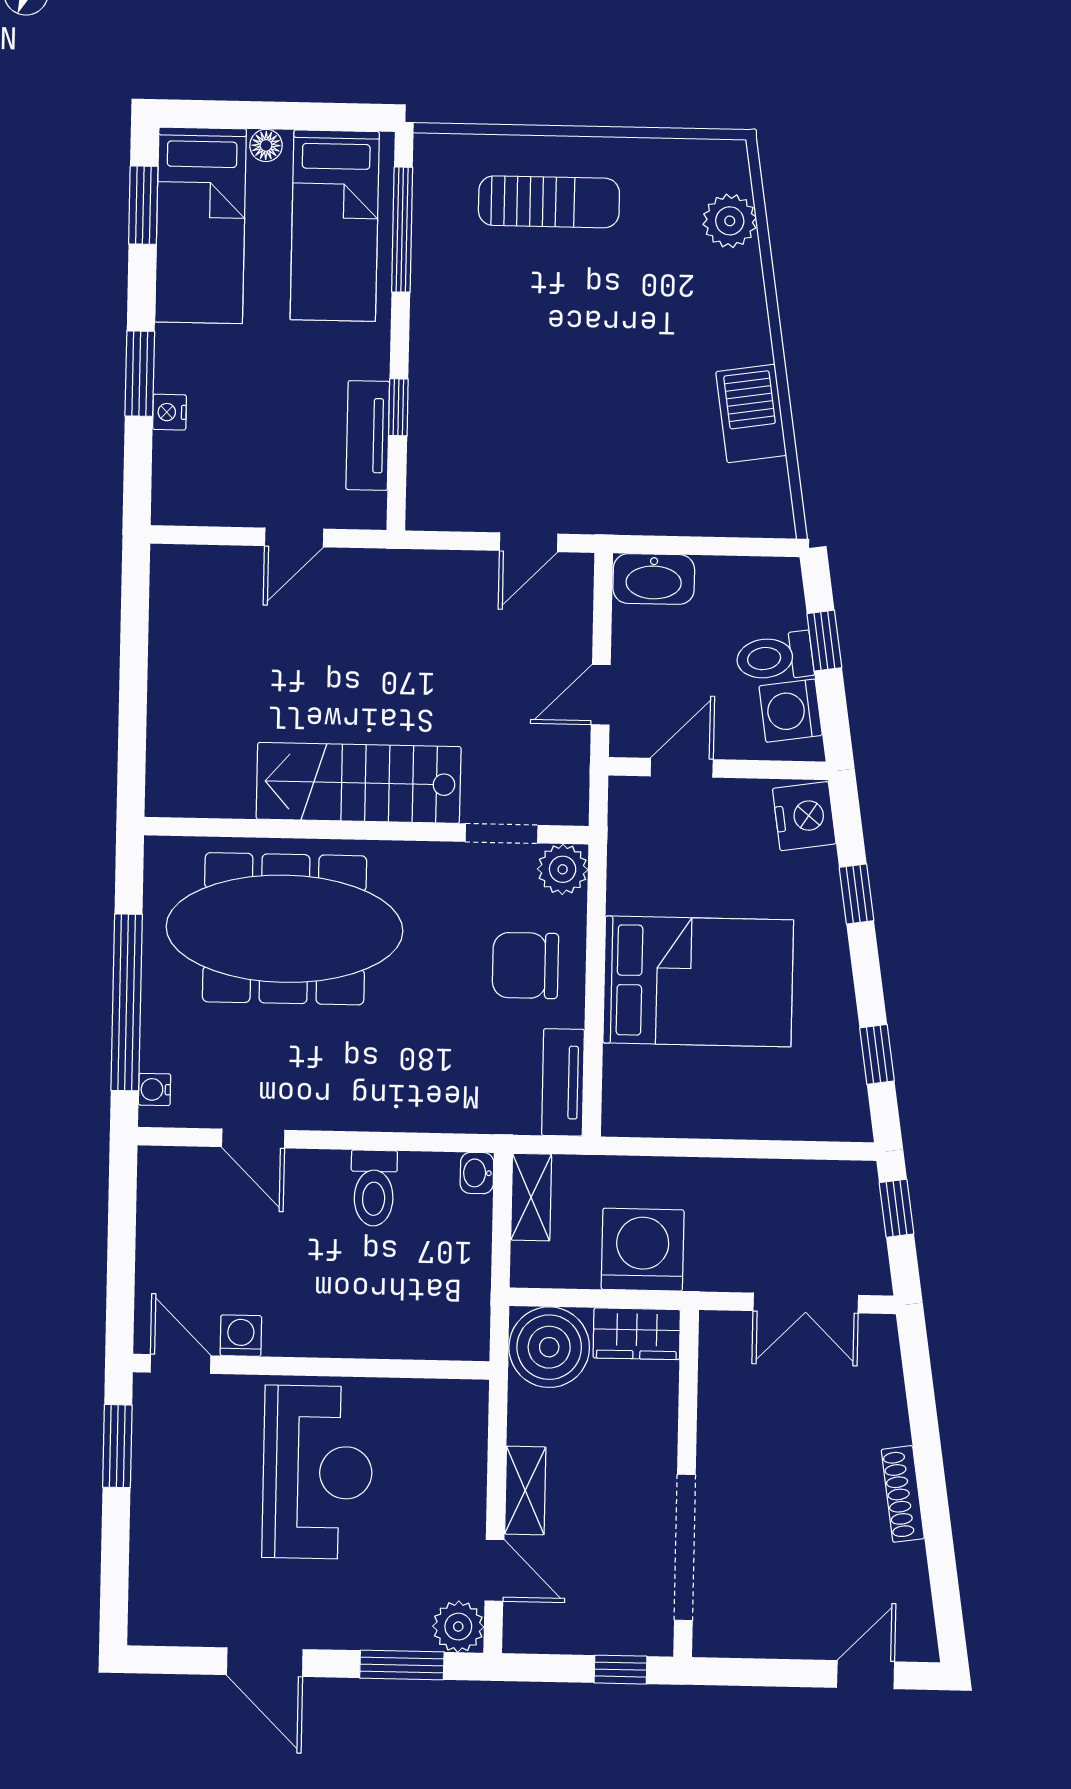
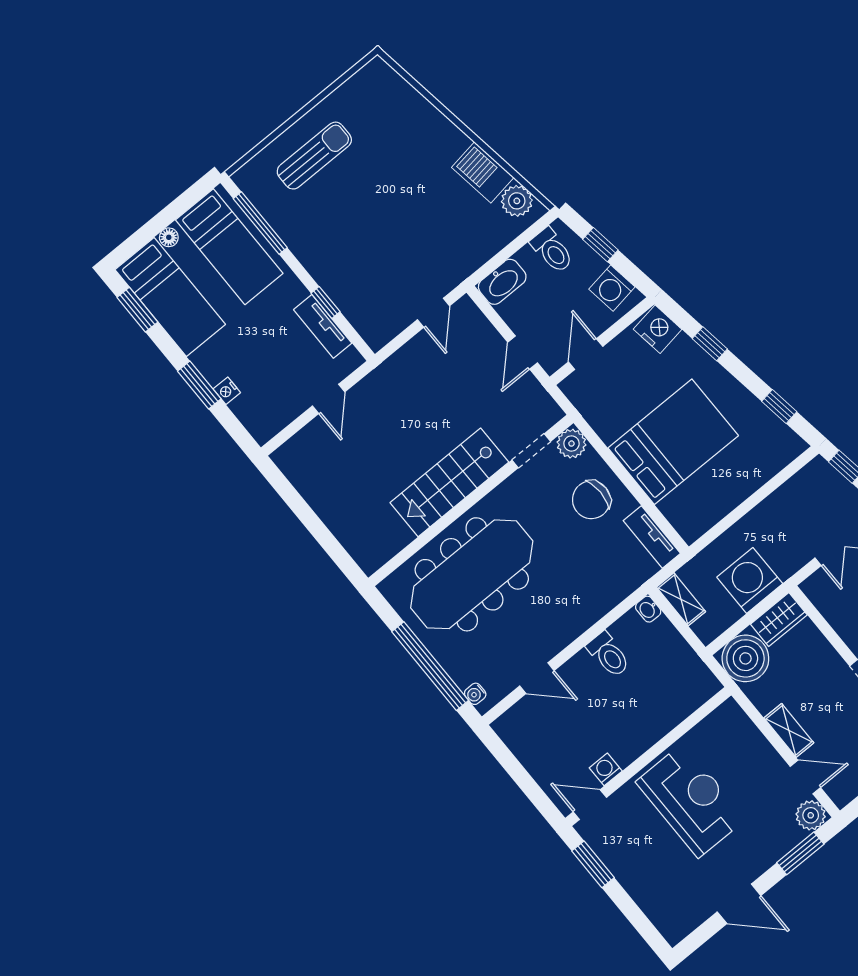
plant: (730, 221) -> (517, 201), moved
toilet: (775, 657) -> (552, 250), moved, turned -82

